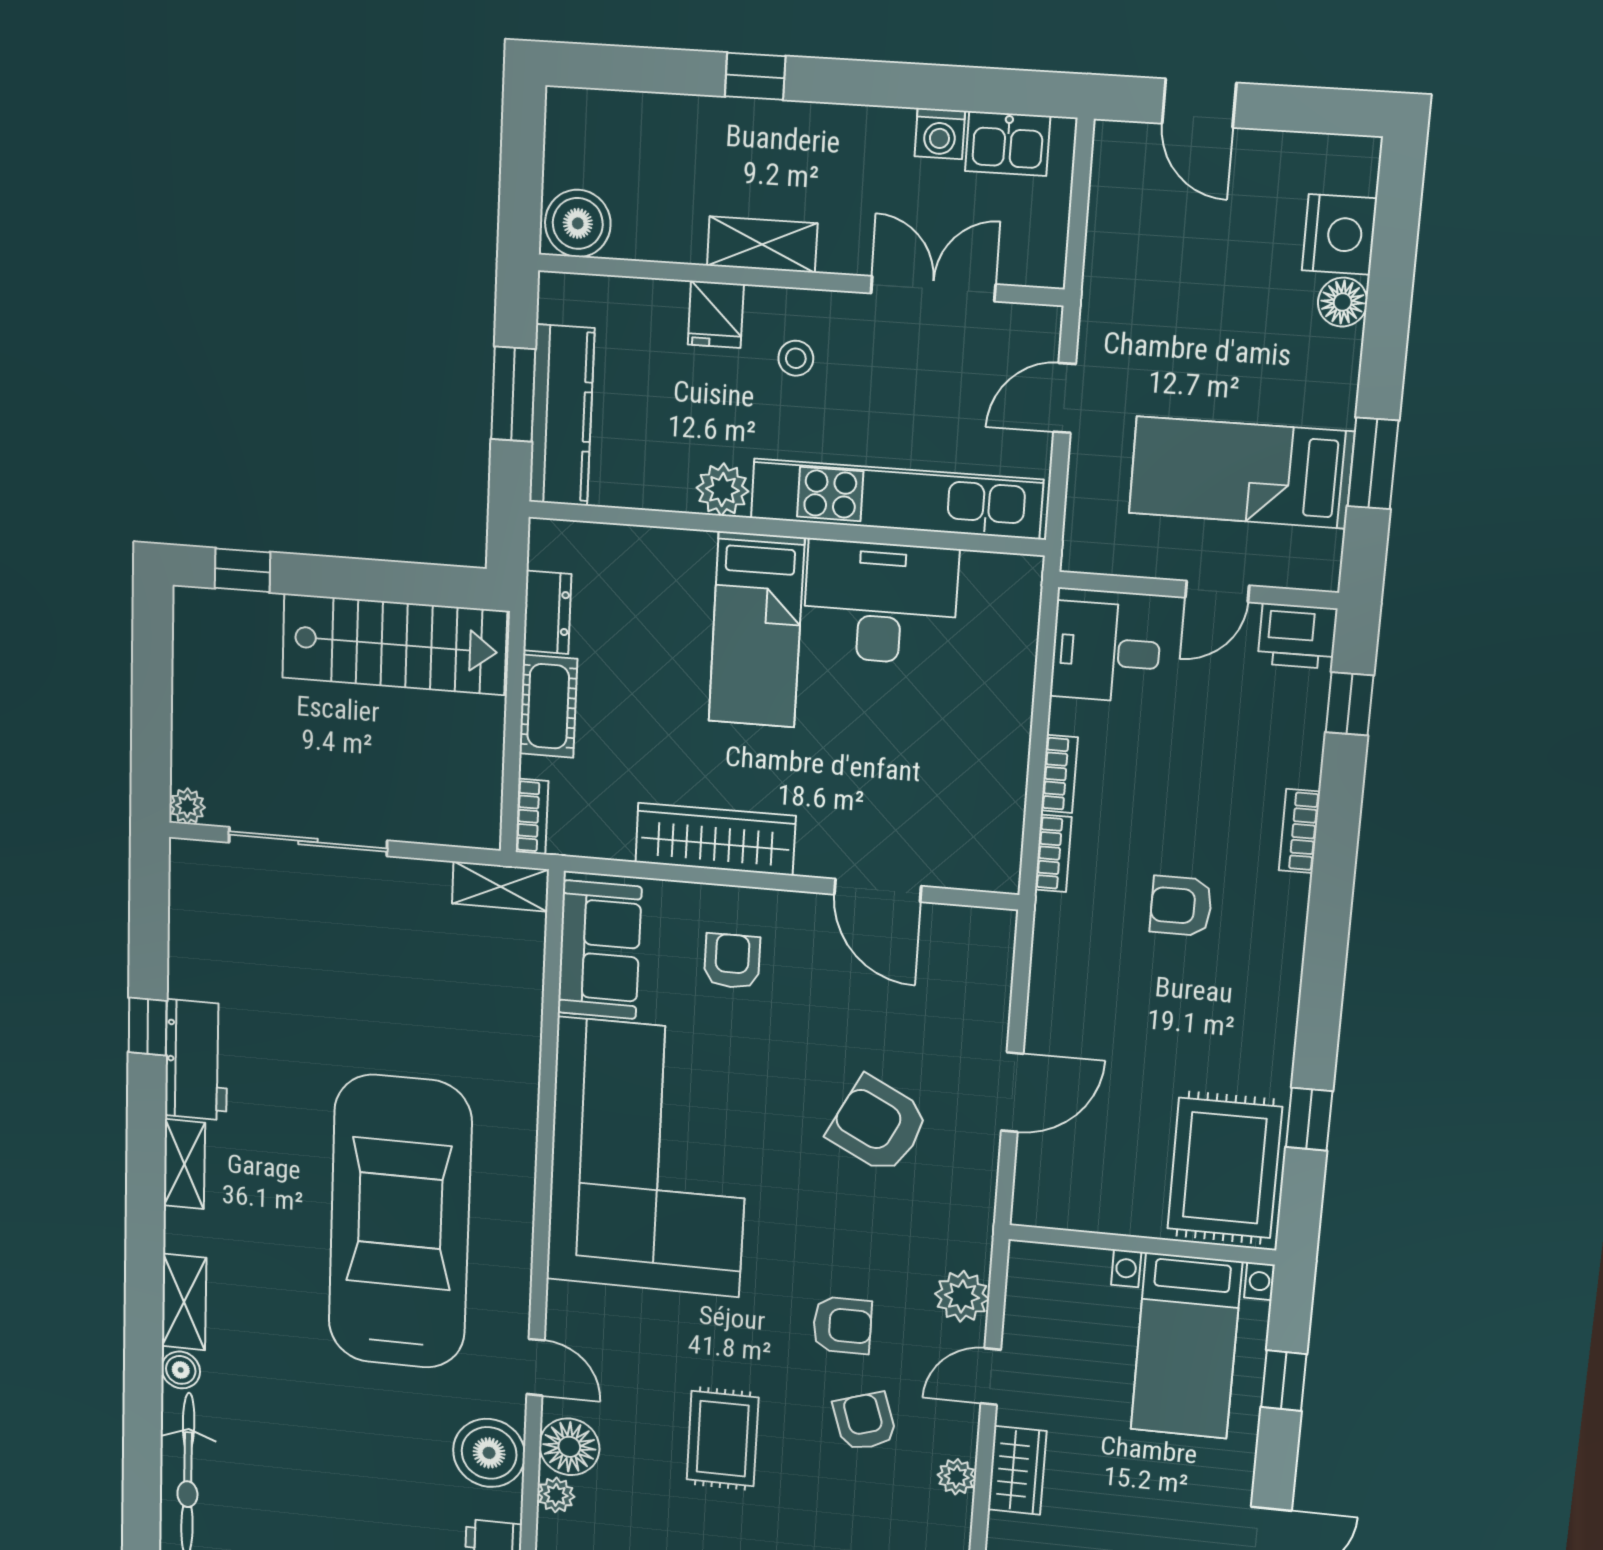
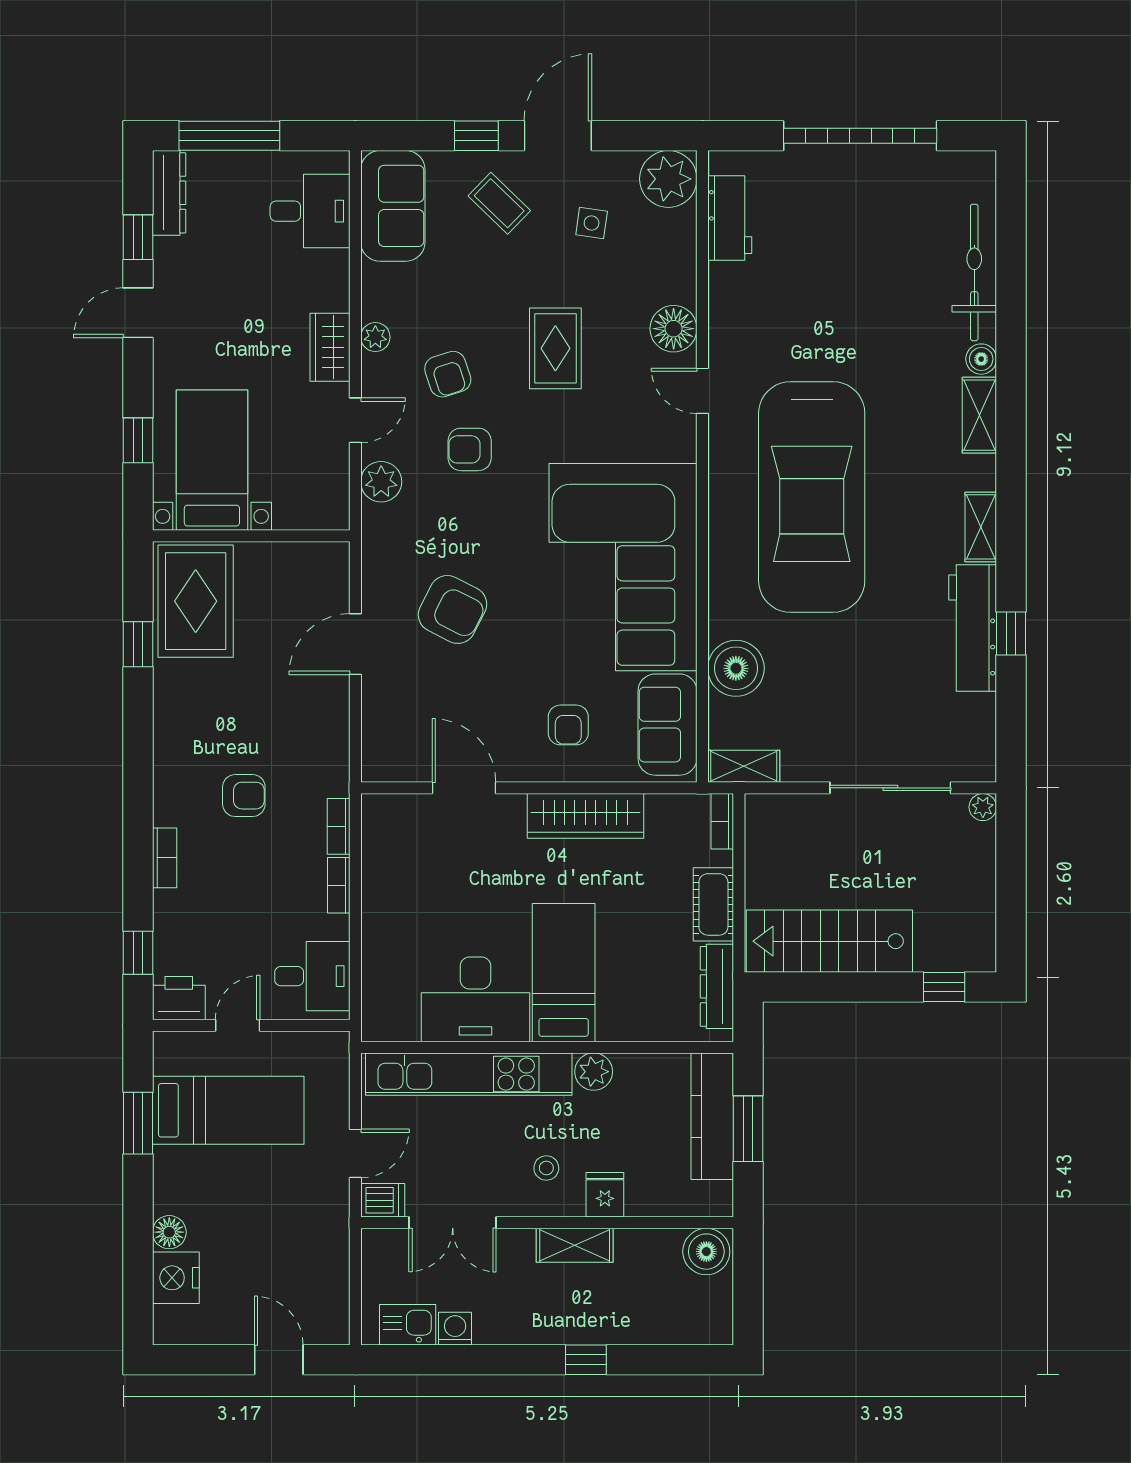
dishwasher: (1031, 328) -> (383, 1200), added
dresser: (547, 612) -> (717, 986), width x1.44
workbench: (196, 1060) -> (973, 628), width x1.38
boiler: (489, 1453) -> (736, 668), moved
plant: (556, 1495) -> (682, 288), removed

